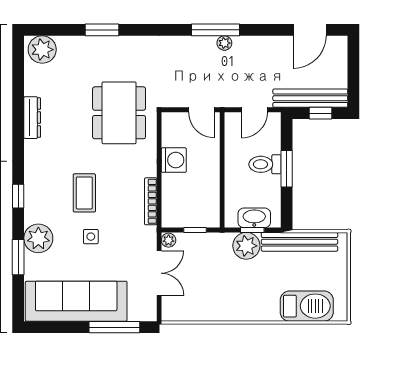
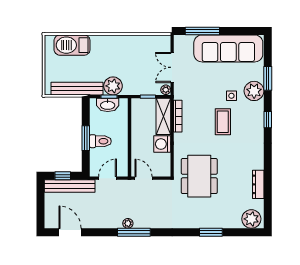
door: (310, 30) -> (70, 232), hinge flipped
dresser: (32, 118) -> (258, 184), moved
shelving: (172, 201) -> (163, 116), added
side table: (91, 237) -> (231, 96), moved

